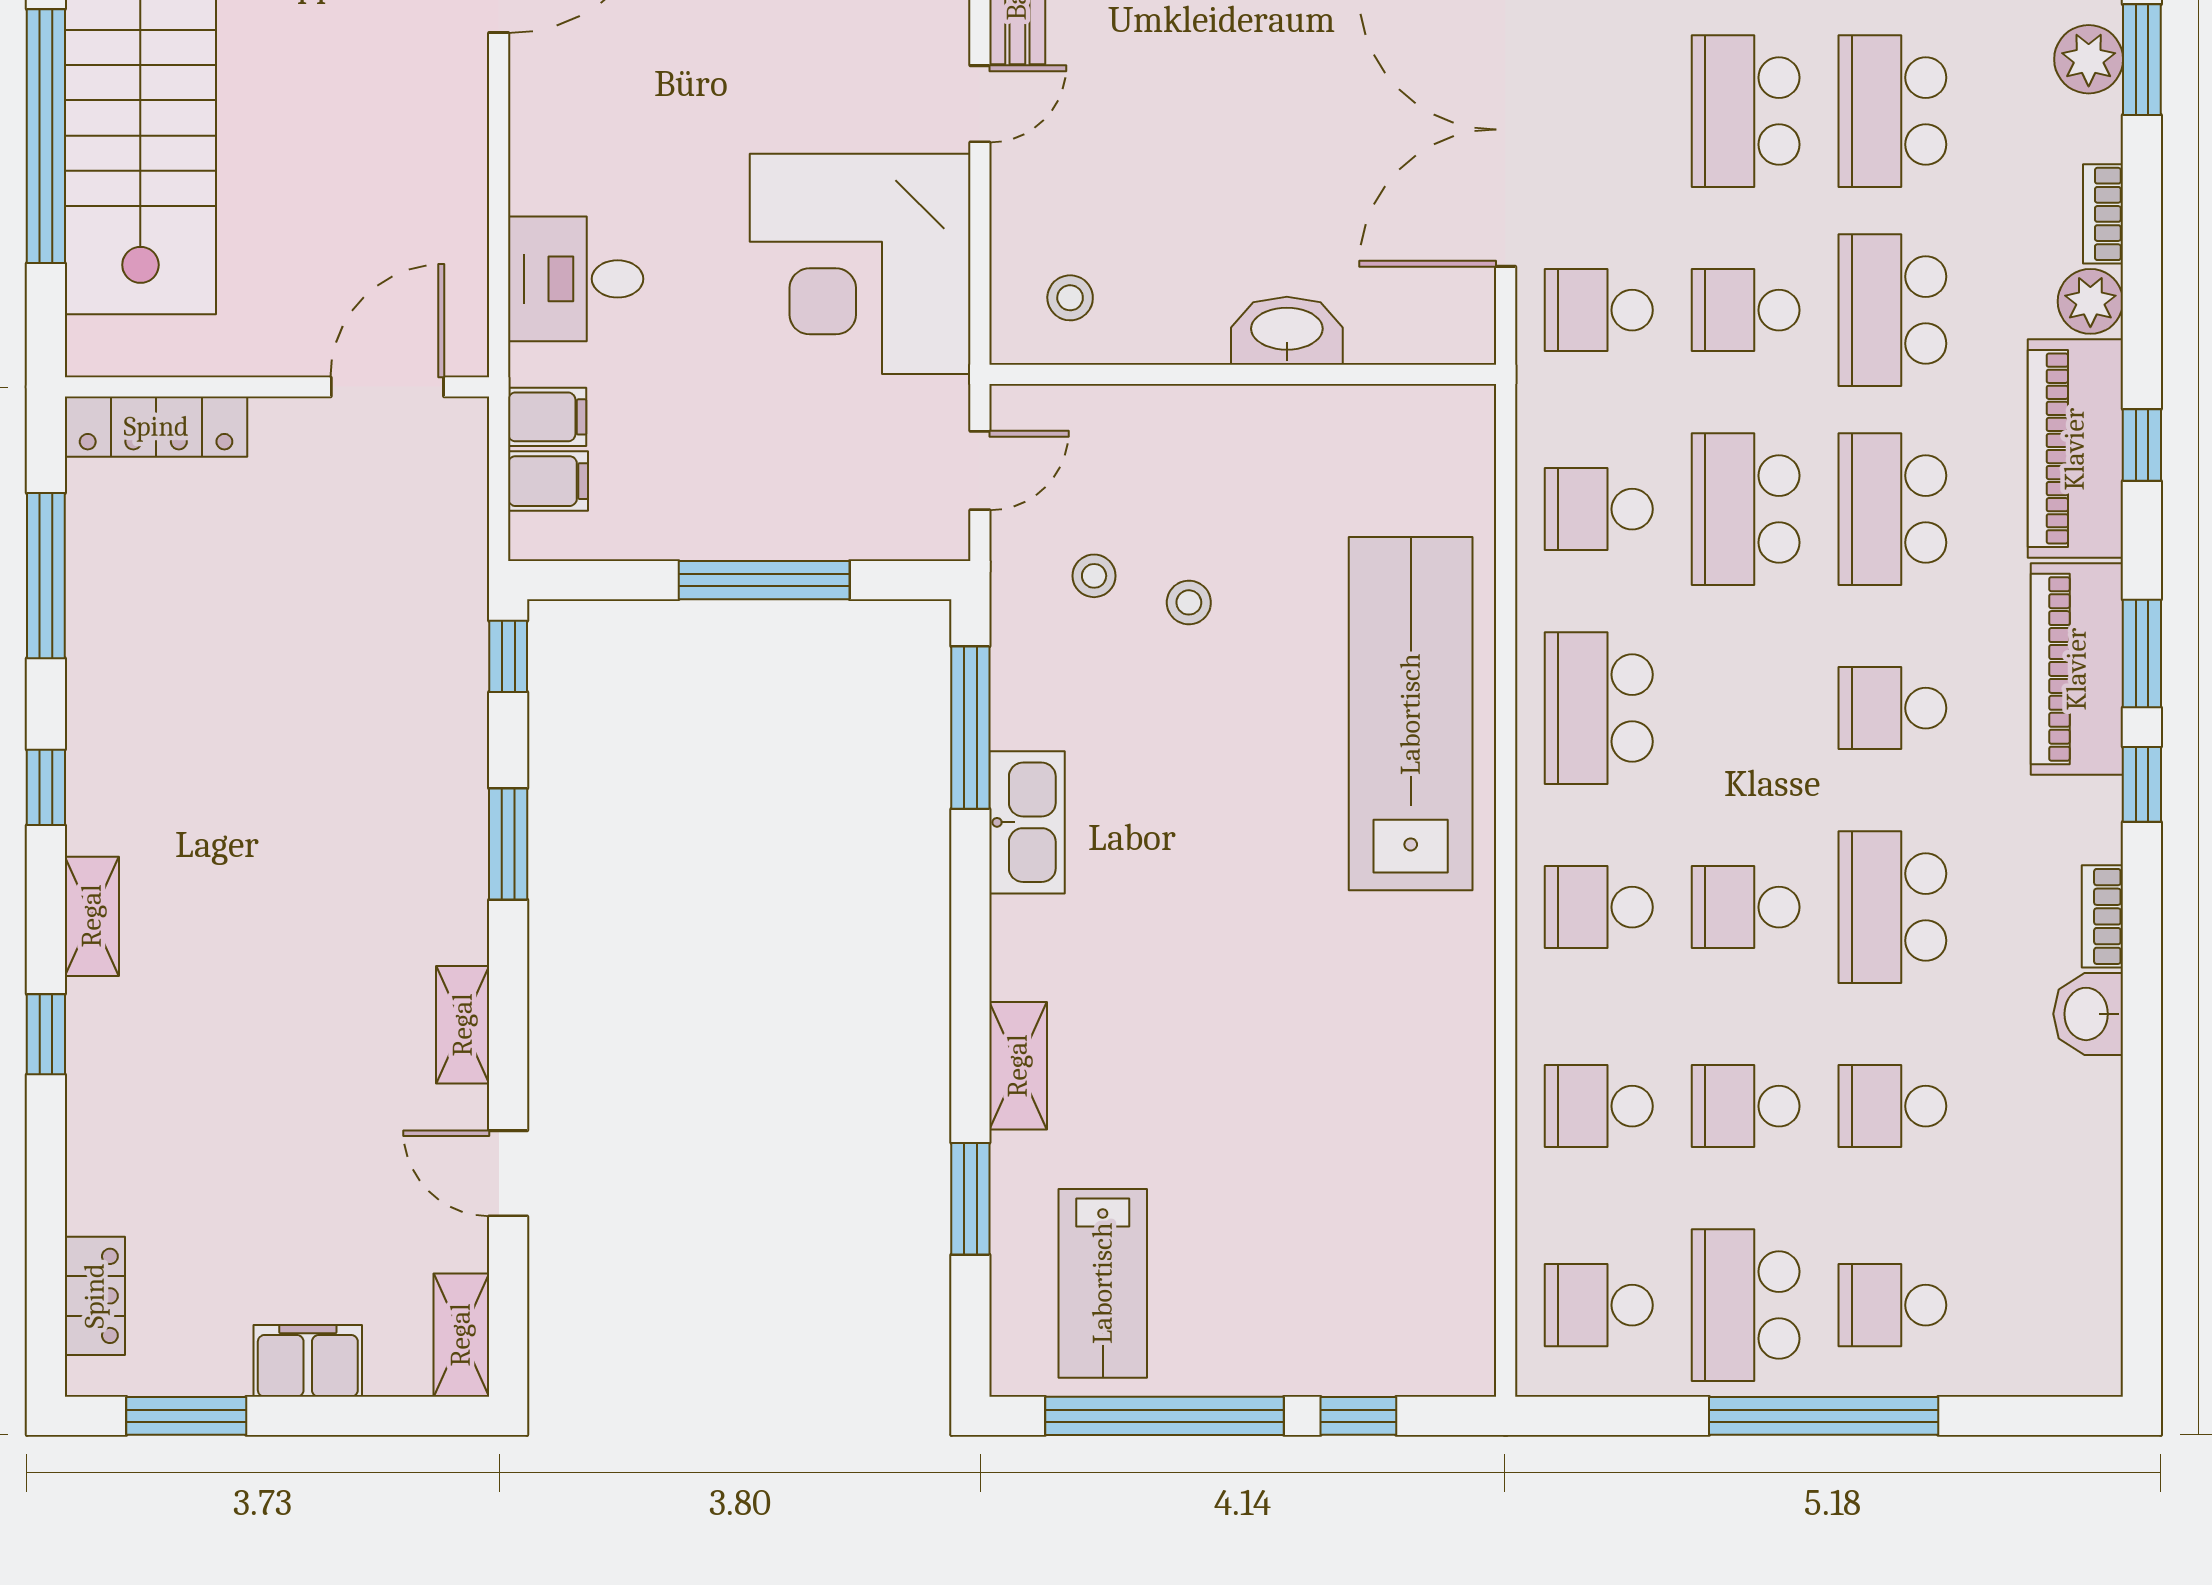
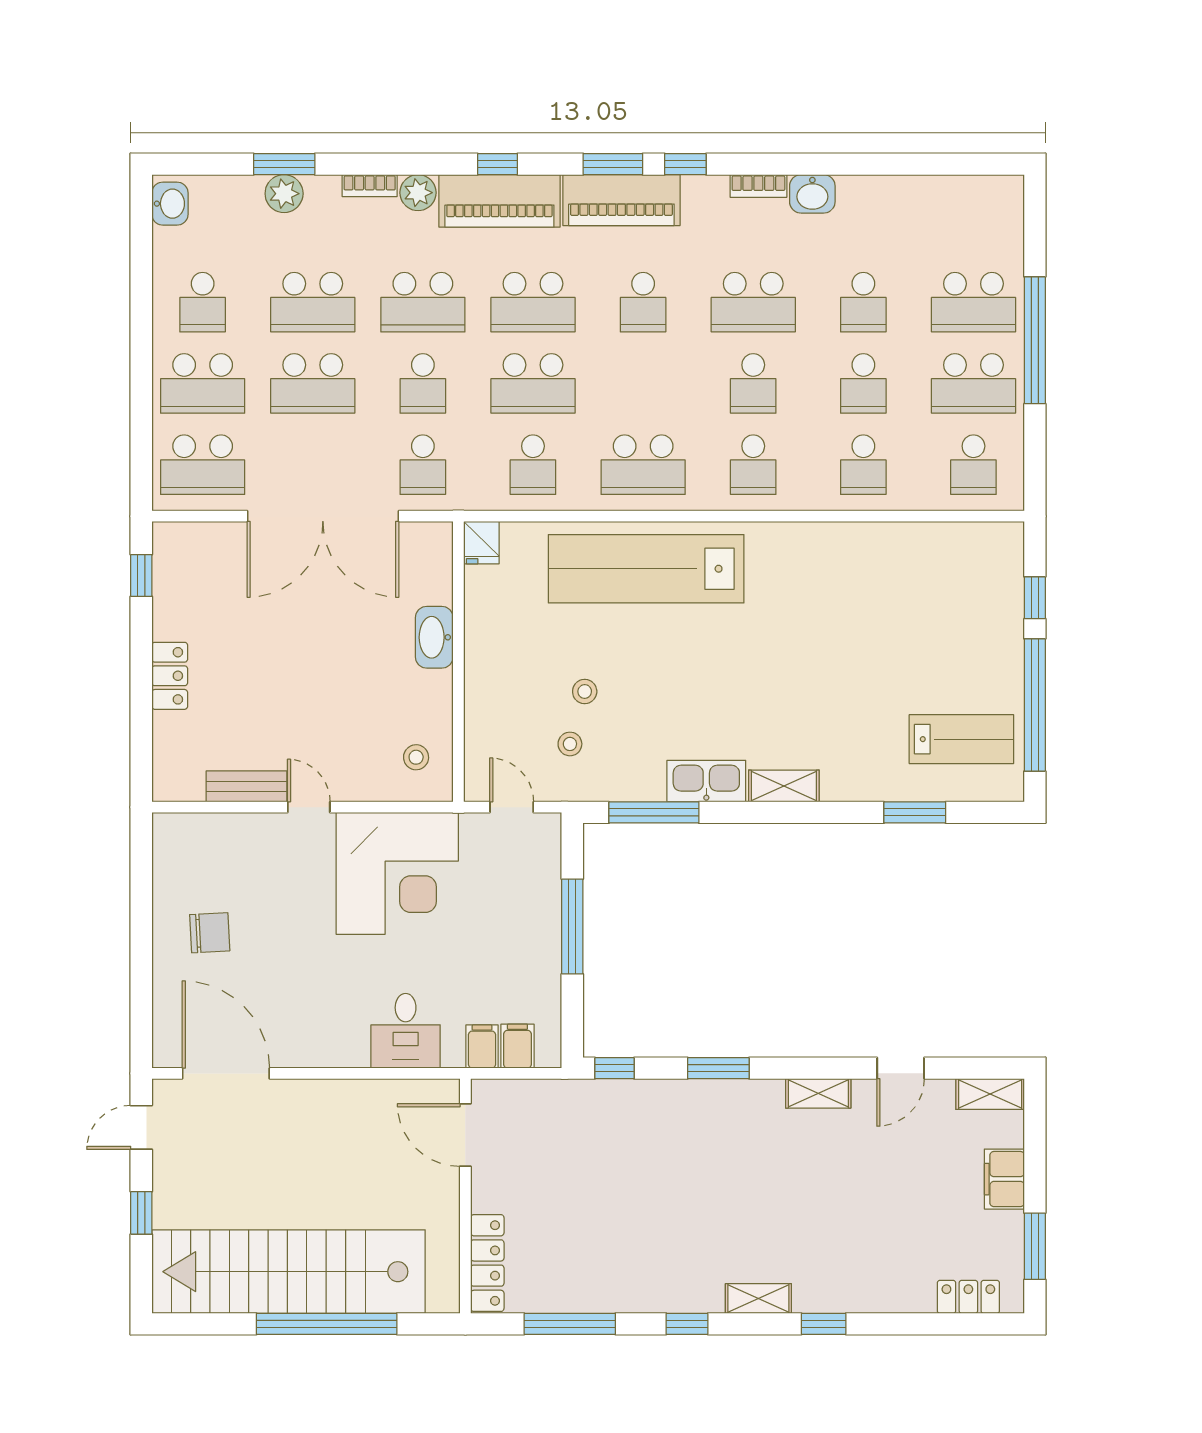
fridge: (1458, 416) -> (481, 543), added
shelving: (1018, 1066) -> (784, 786), moved
school desk: (1892, 1305) -> (973, 302), width x1.85

